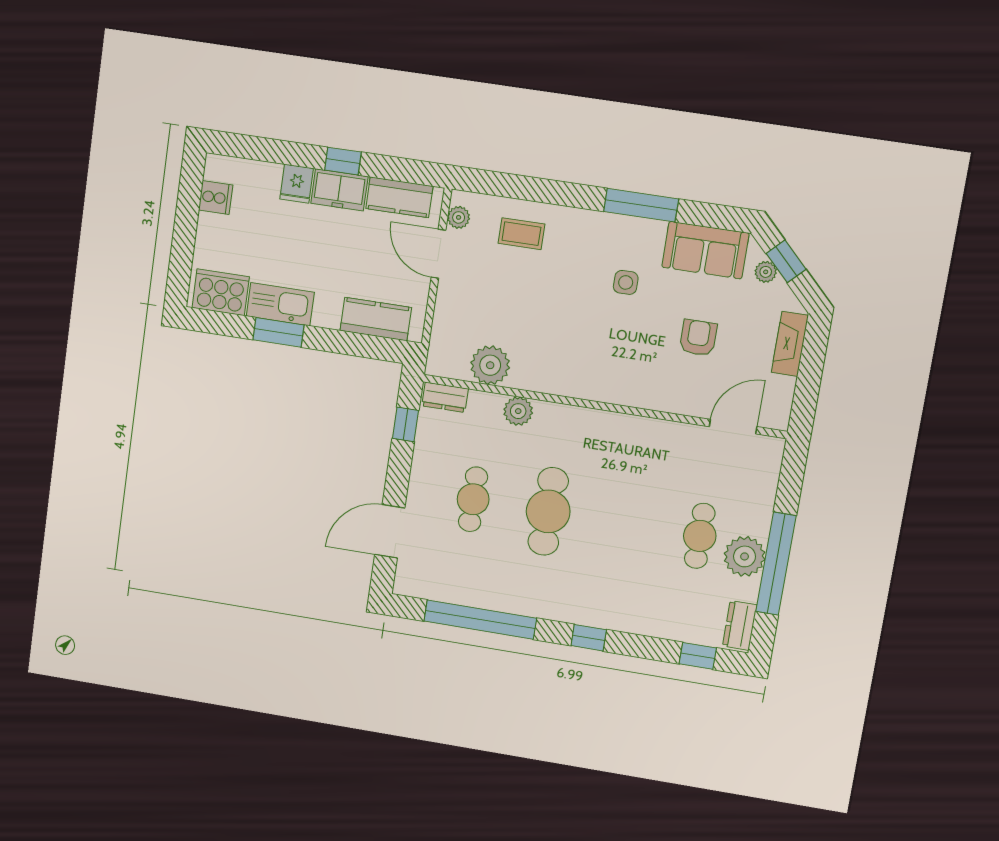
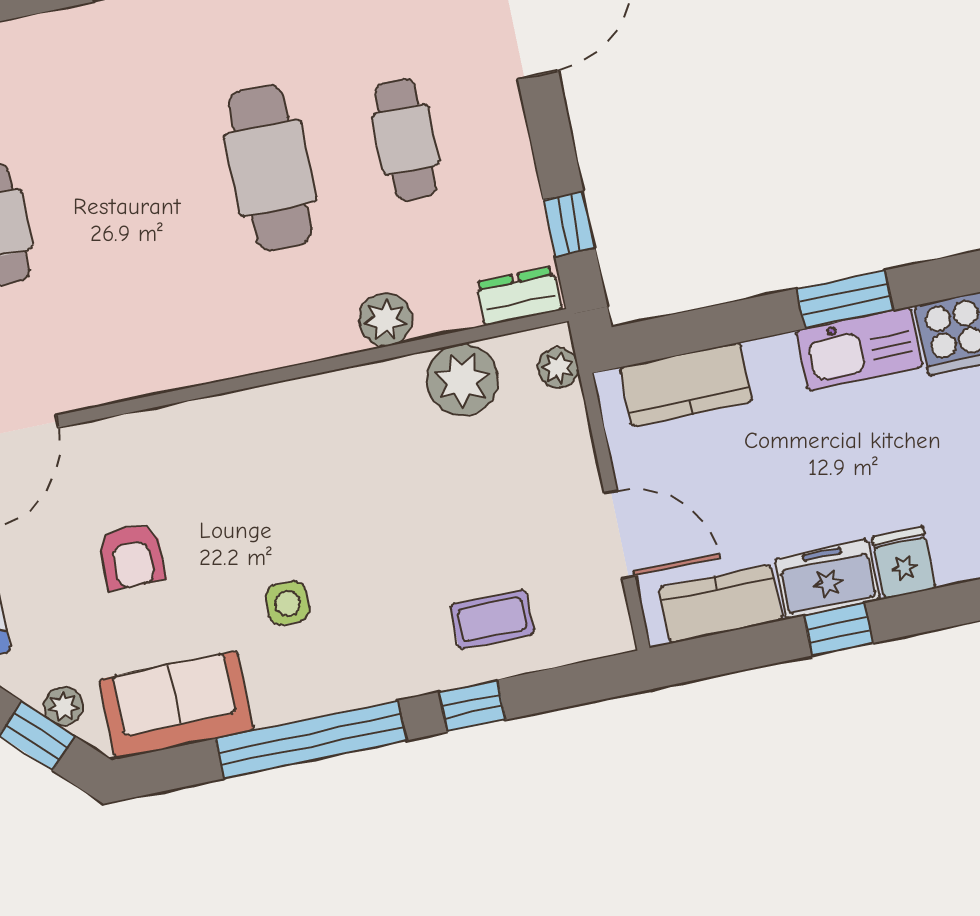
window: (549, 192) -> (472, 706), added
window: (641, 205) -> (311, 740), width x1.46
plant: (459, 217) -> (558, 368), moved

